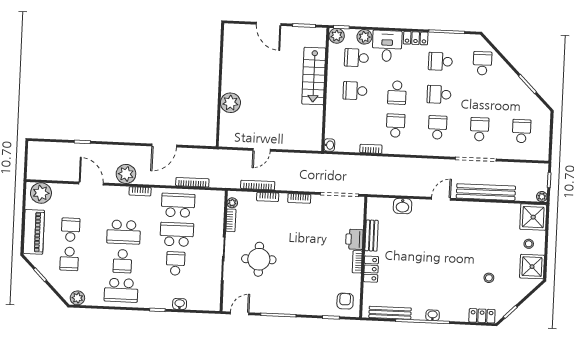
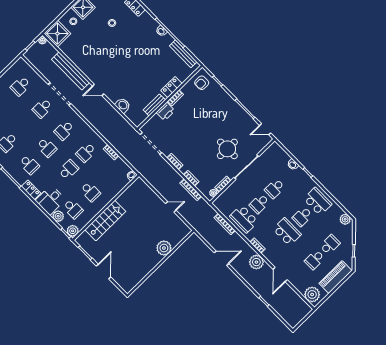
school desk: (177, 234) -> (259, 204), width x0.54
school desk: (122, 261) -> (302, 217), turned 180

